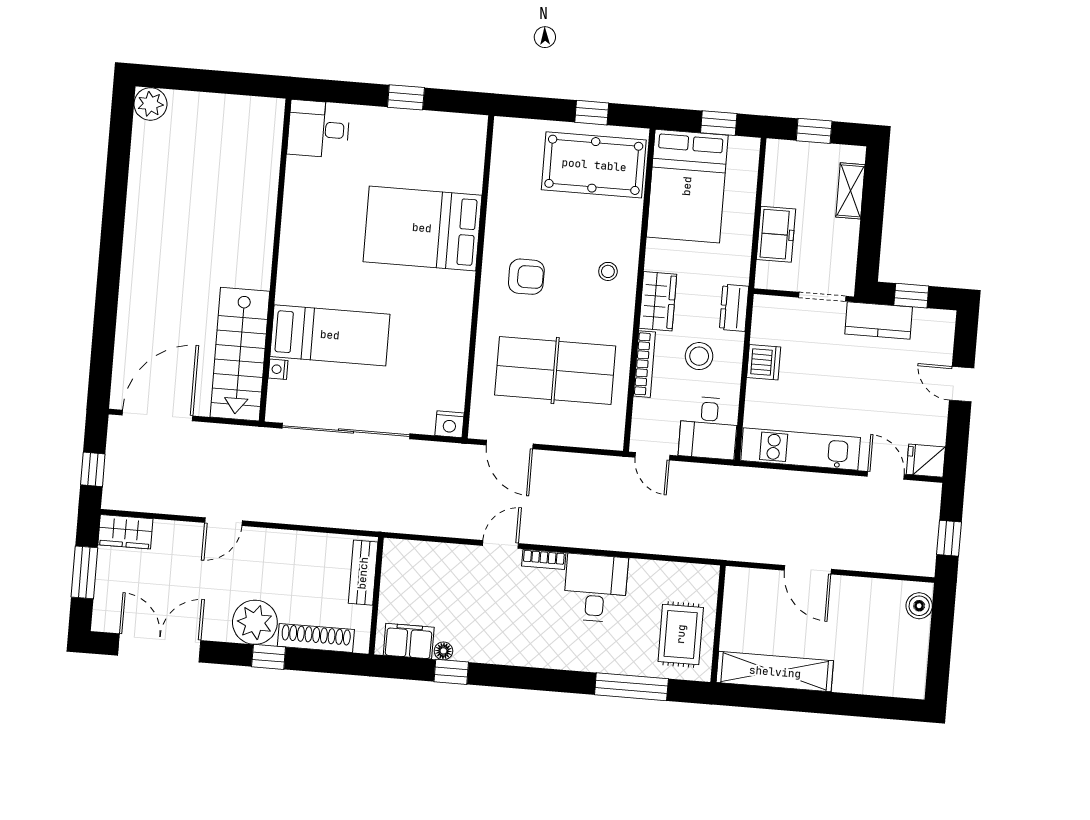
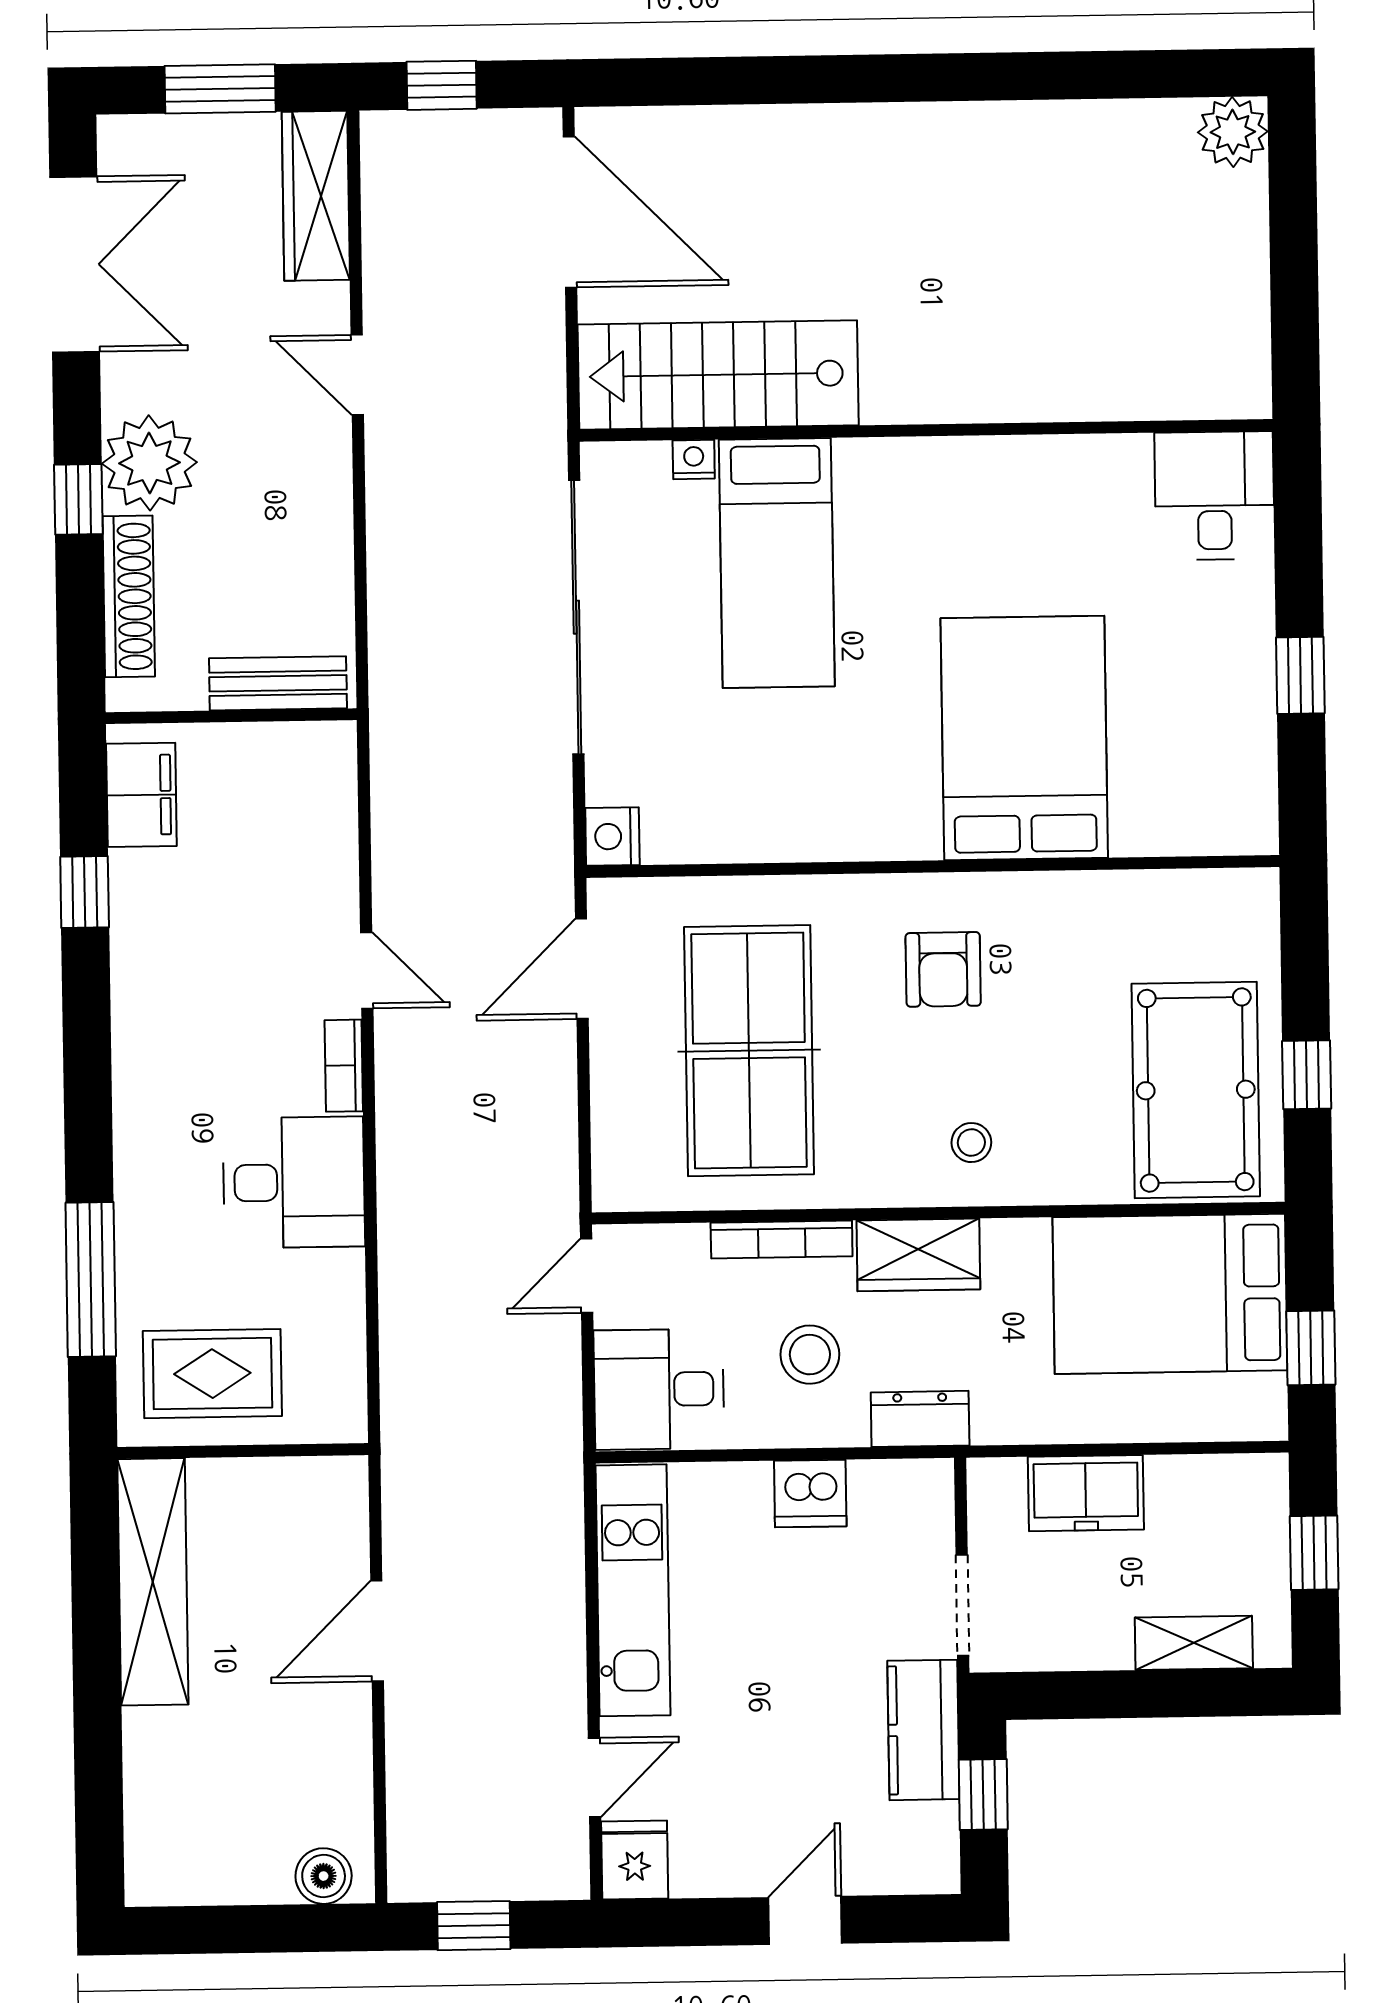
wardrobe: (125, 532) -> (316, 196), width x1.50
floor lamp: (443, 651) -> (128, 871), removed

